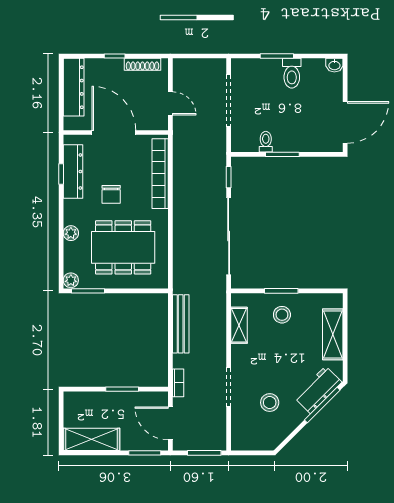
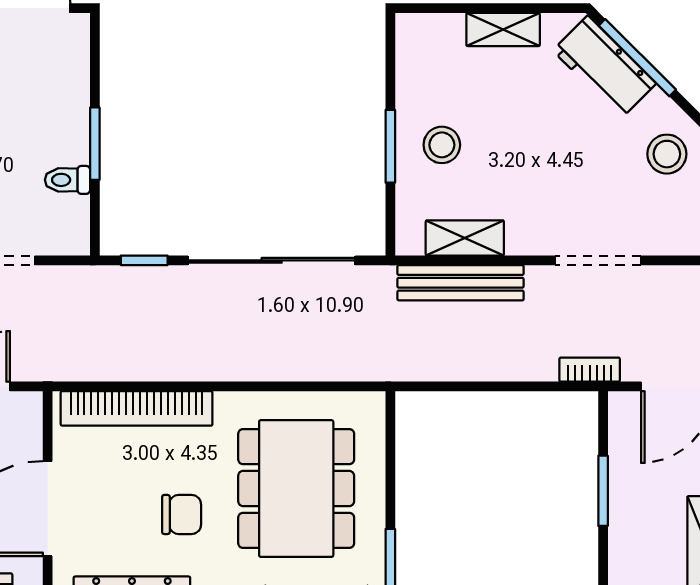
bench: (181, 324) -> (461, 283), moved
shelving: (333, 334) -> (503, 29), width x0.67, depth x0.75
stool: (270, 403) -> (667, 154), moved

